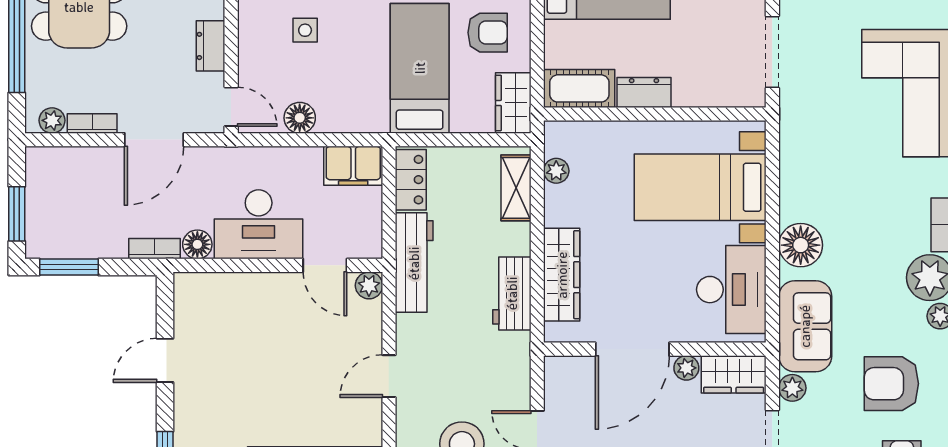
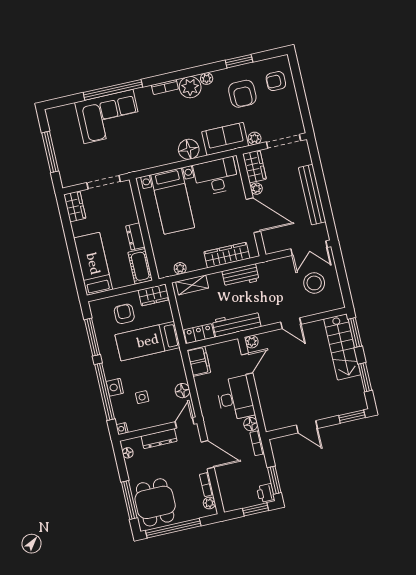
dresser: (210, 46) -> (159, 439), width x1.44
printer: (46, 243) -> (266, 493), added

